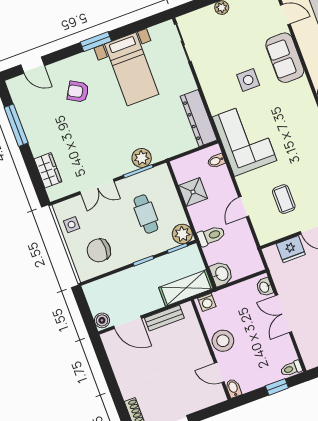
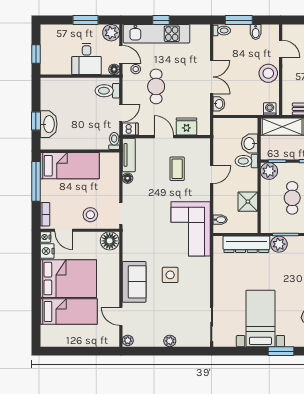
dresser: (199, 118) -> (246, 244), moved, turned 90
washbasin: (221, 274) -> (250, 144), moved
window: (277, 387) -> (239, 20), width x1.50
bidet: (233, 388) -> (256, 32), moved

